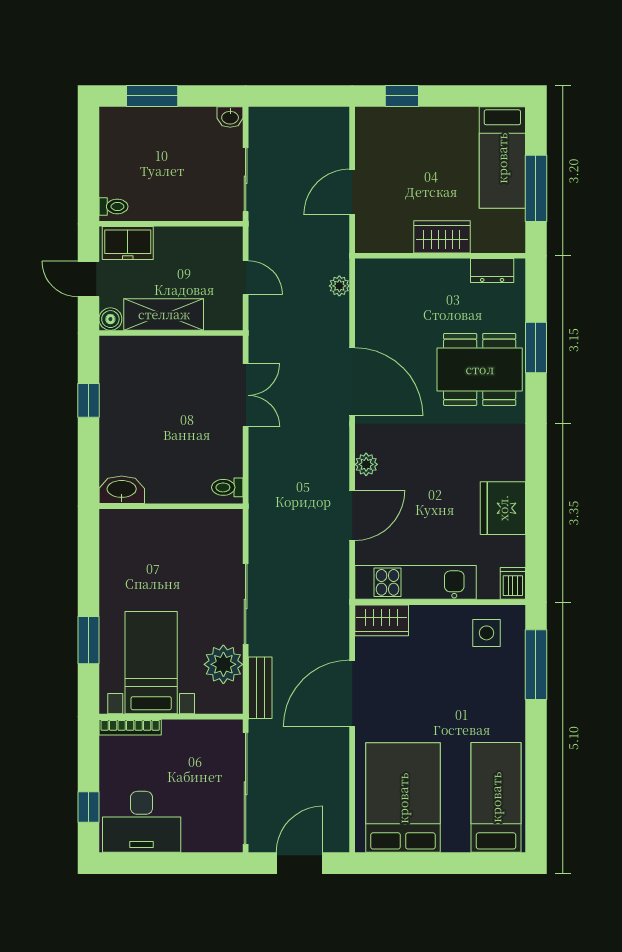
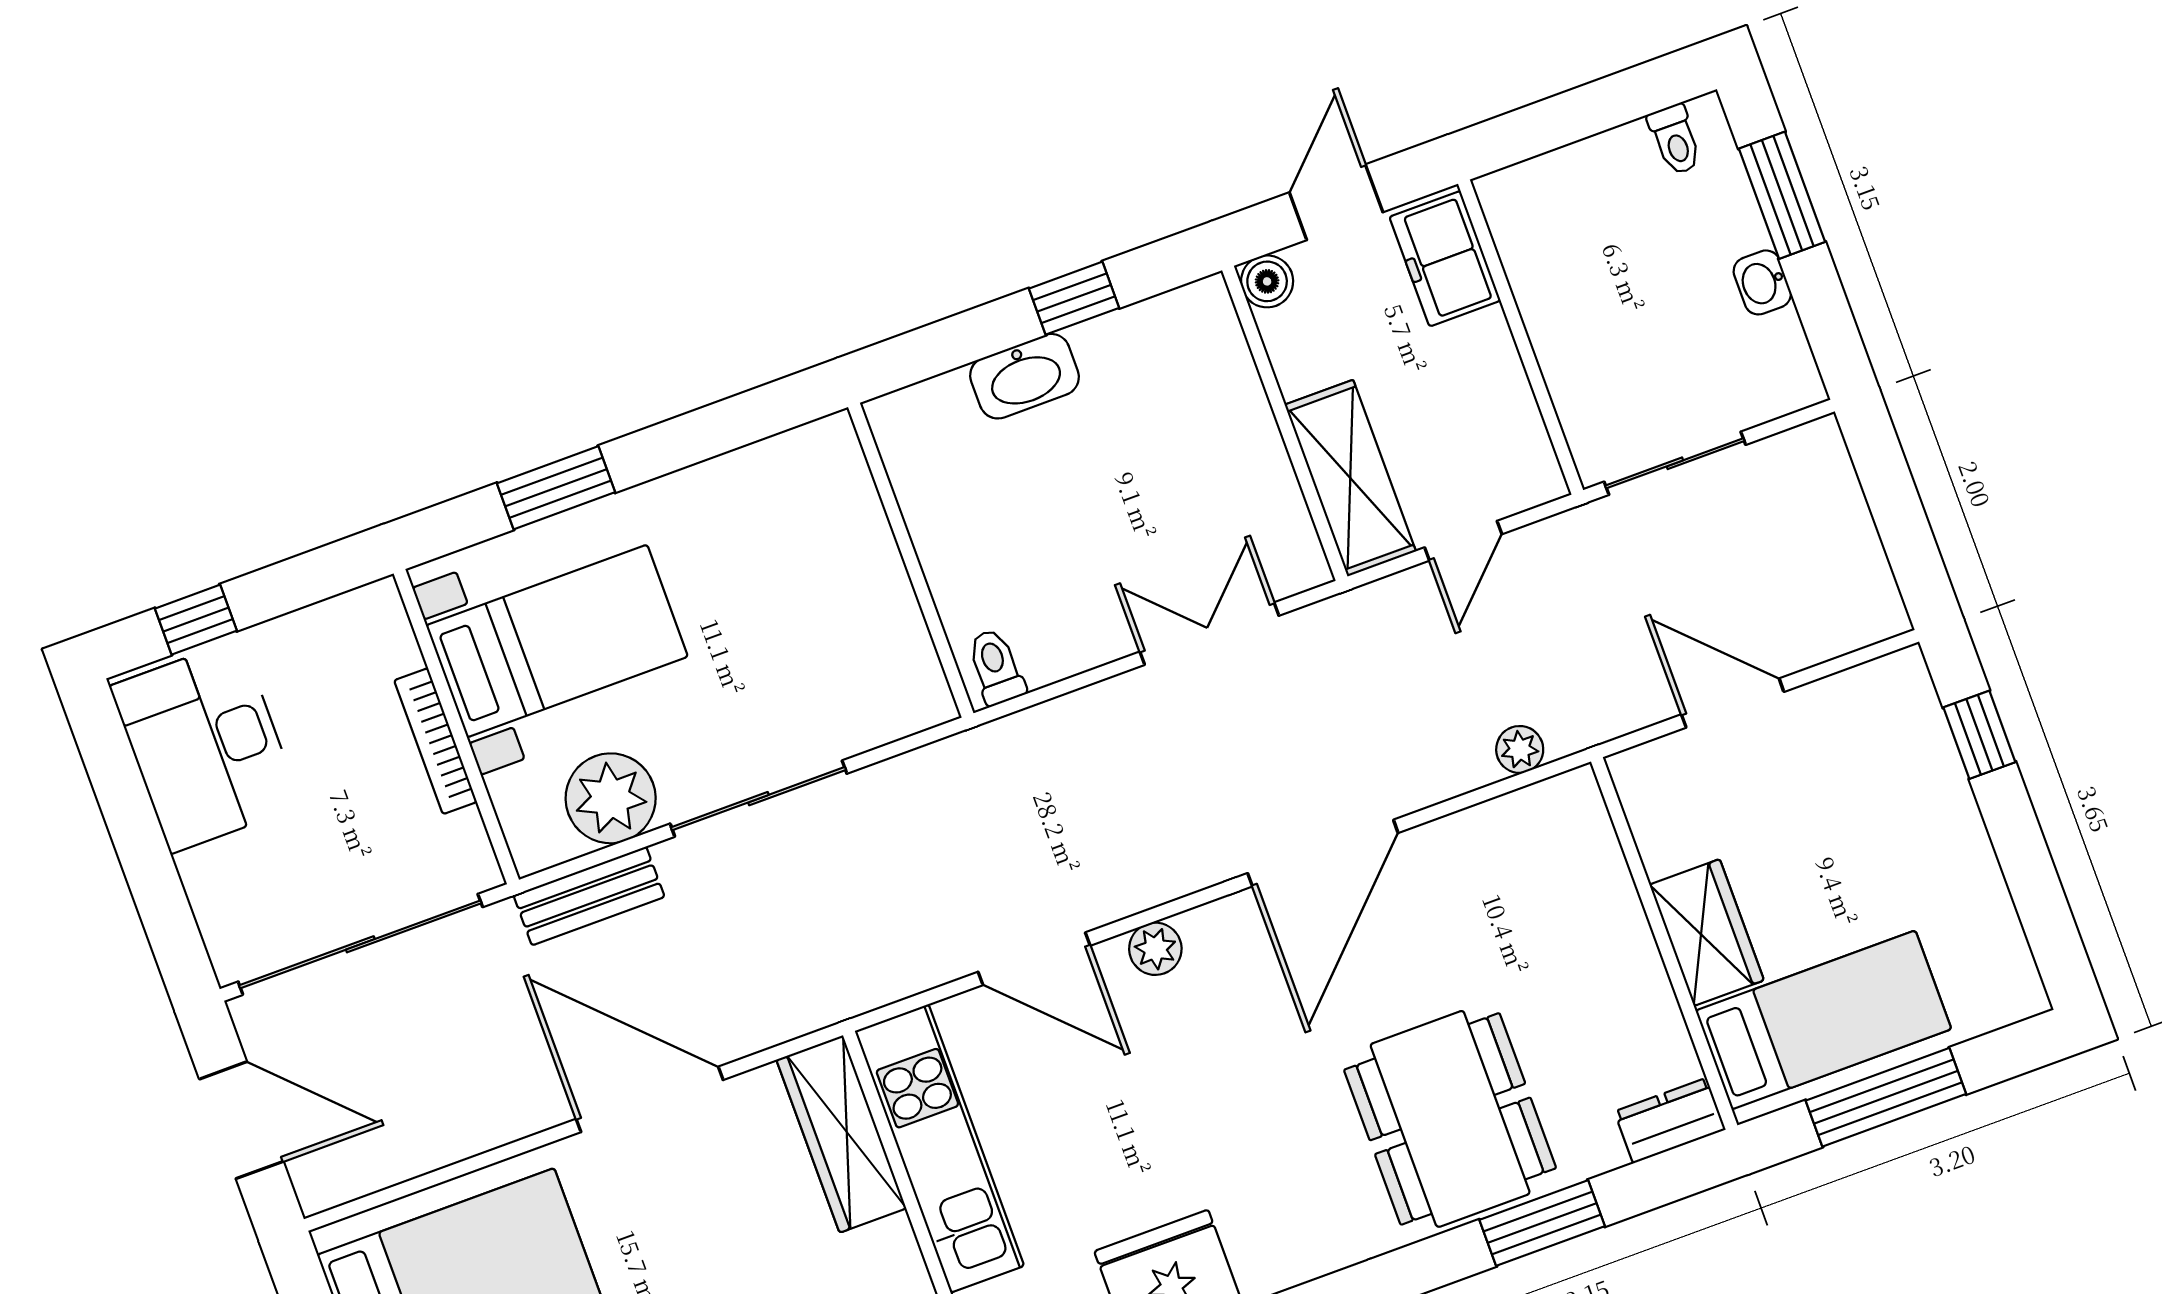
washbasin: (230, 117) -> (1762, 282), moved
bed: (502, 158) -> (1823, 1020), moved, turned 180
toilet: (113, 206) -> (1675, 140), moved
dresser: (492, 271) -> (1670, 1121), moved, turned 90
shelving: (164, 314) -> (1350, 478), moved
double door: (246, 395) -> (1209, 634), swing flipped
washbasin: (122, 490) -> (1025, 376), moved, turned 90
wardrobe: (382, 620) -> (841, 1134), width x1.50
bookcase: (130, 727) -> (436, 741), moved

